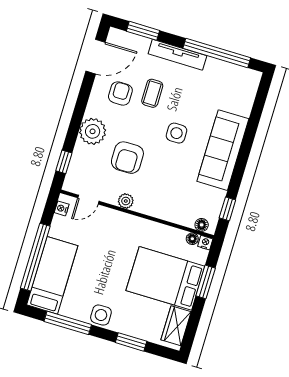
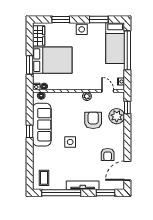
coffee table: (152, 93) -> (44, 178), moved
plant: (93, 131) -> (117, 116), moved
sofa: (223, 150) -> (42, 125), moved
door: (88, 200) -> (108, 91), hinge flipped
window: (227, 209) -> (30, 131), moved
window: (68, 323) -> (99, 20), width x0.69

